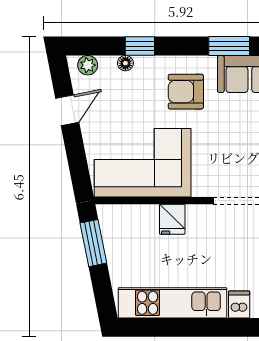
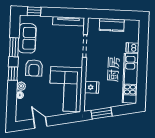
window: (140, 46) -> (13, 74), moved
plant: (88, 65) -> (21, 86), moved
fridge: (172, 219) -> (92, 87), moved

